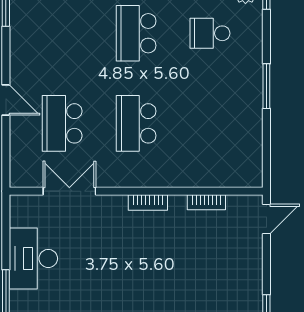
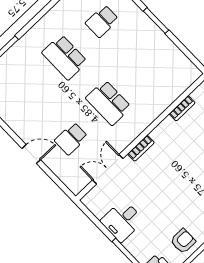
school desk: (62, 123) -> (71, 139), width x0.54
bookcase: (148, 202) -> (141, 148), moved
desk: (33, 258) -> (122, 221), width x0.73

